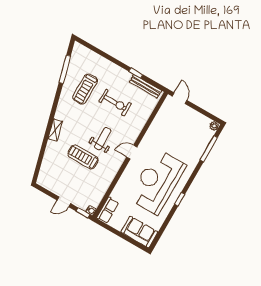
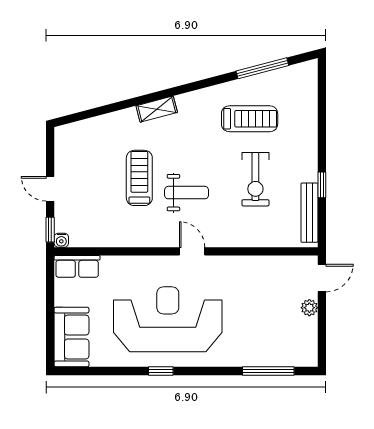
treadmill: (85, 89) -> (250, 119), turned 180
plant: (214, 126) -> (309, 308), moved

